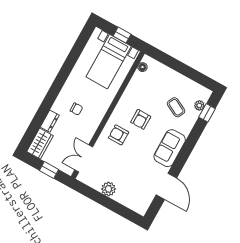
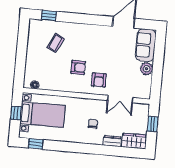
window: (82, 41) -> (36, 144), added
plant: (199, 105) -> (46, 25), removed
sofa: (170, 148) -> (146, 45), moved, turned 90
double door: (84, 158) -> (120, 99), moved

